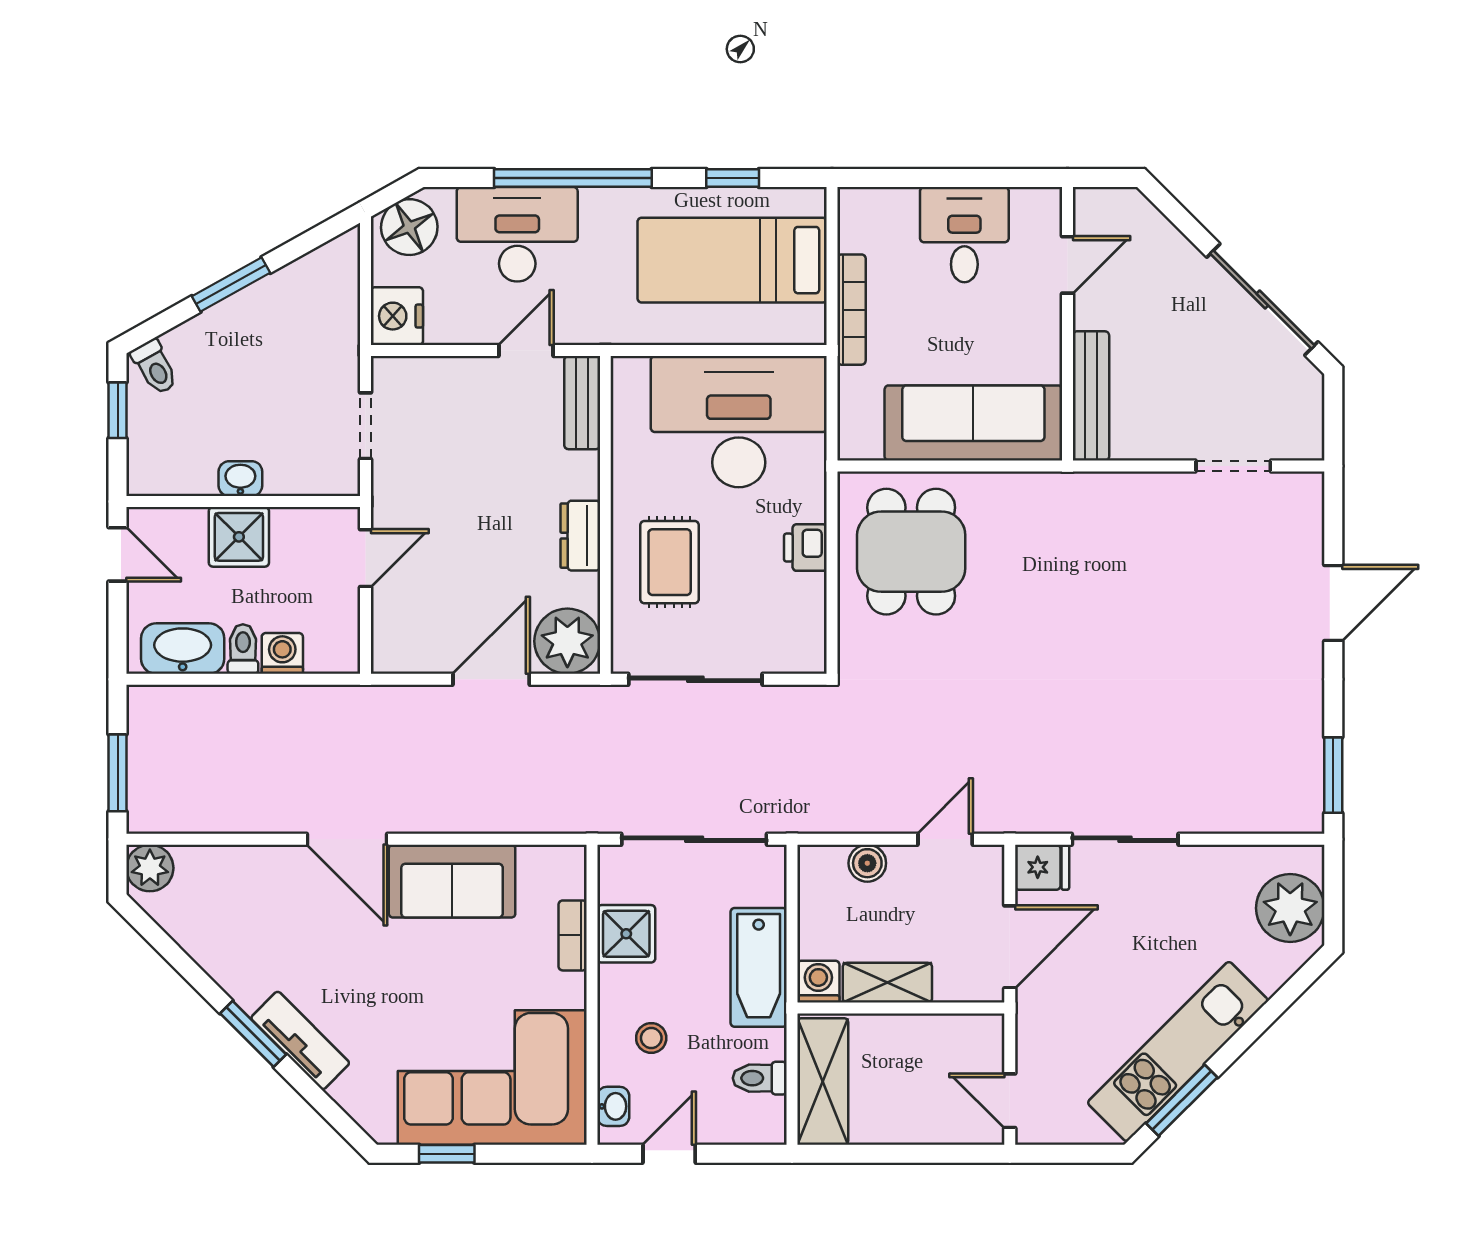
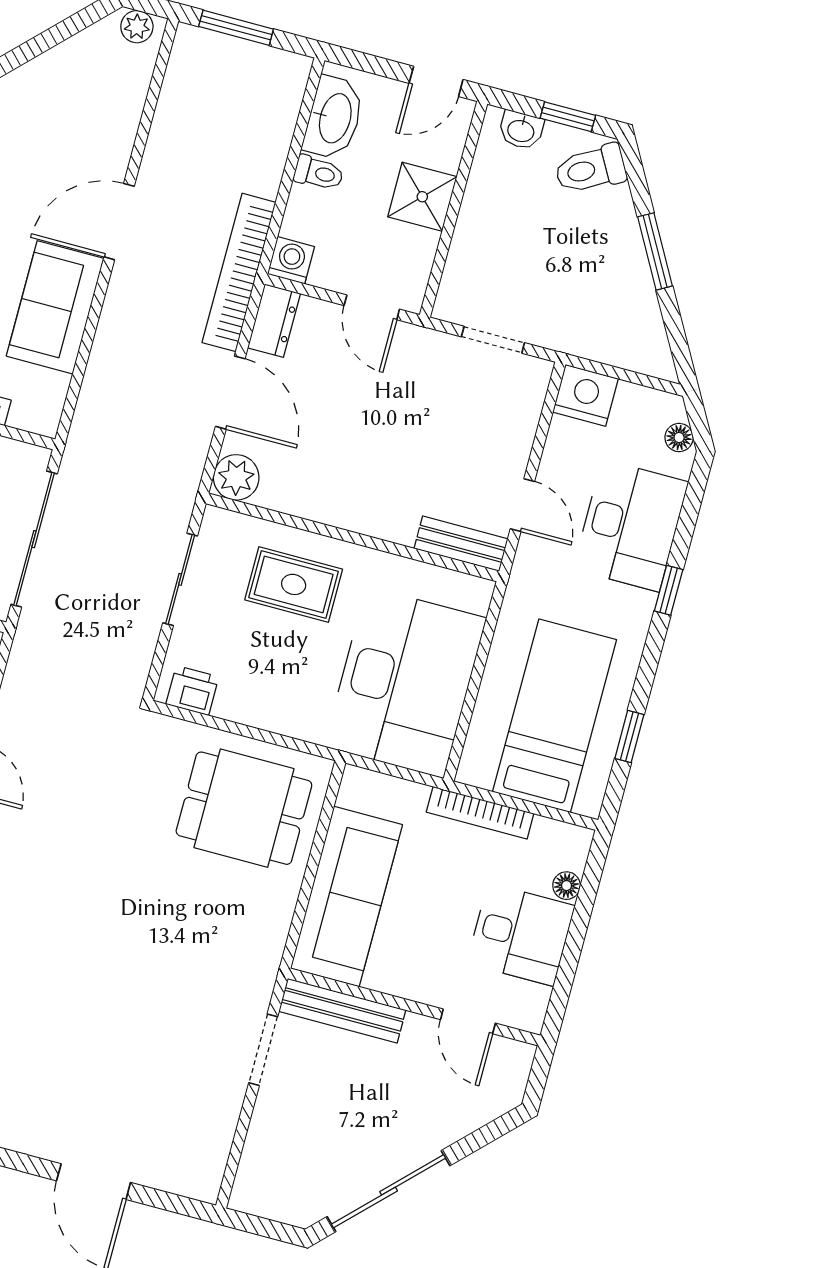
window: (573, 178) -> (669, 590), width x0.32
floor lamp: (902, 202) -> (567, 886), added
floor lamp: (409, 227) -> (679, 438), width x0.53, depth x0.53
toilet: (155, 367) -> (590, 169), width x1.37, depth x1.39
doorway: (1233, 466) -> (263, 1050), moved
washbasin: (240, 479) -> (521, 130), moved, turned 90
dresser: (580, 536) -> (274, 321), moved, turned 90
printer: (805, 548) -> (192, 691), moved
plant: (567, 641) -> (236, 477), width x0.73, depth x0.73
washing machine: (282, 653) -> (291, 260), moved, turned -90
sliding door: (695, 679) -> (180, 579), width x0.73
bookcase: (366, 703) -> (239, 272), added
plant: (150, 868) -> (137, 27), width x0.73, depth x0.73

